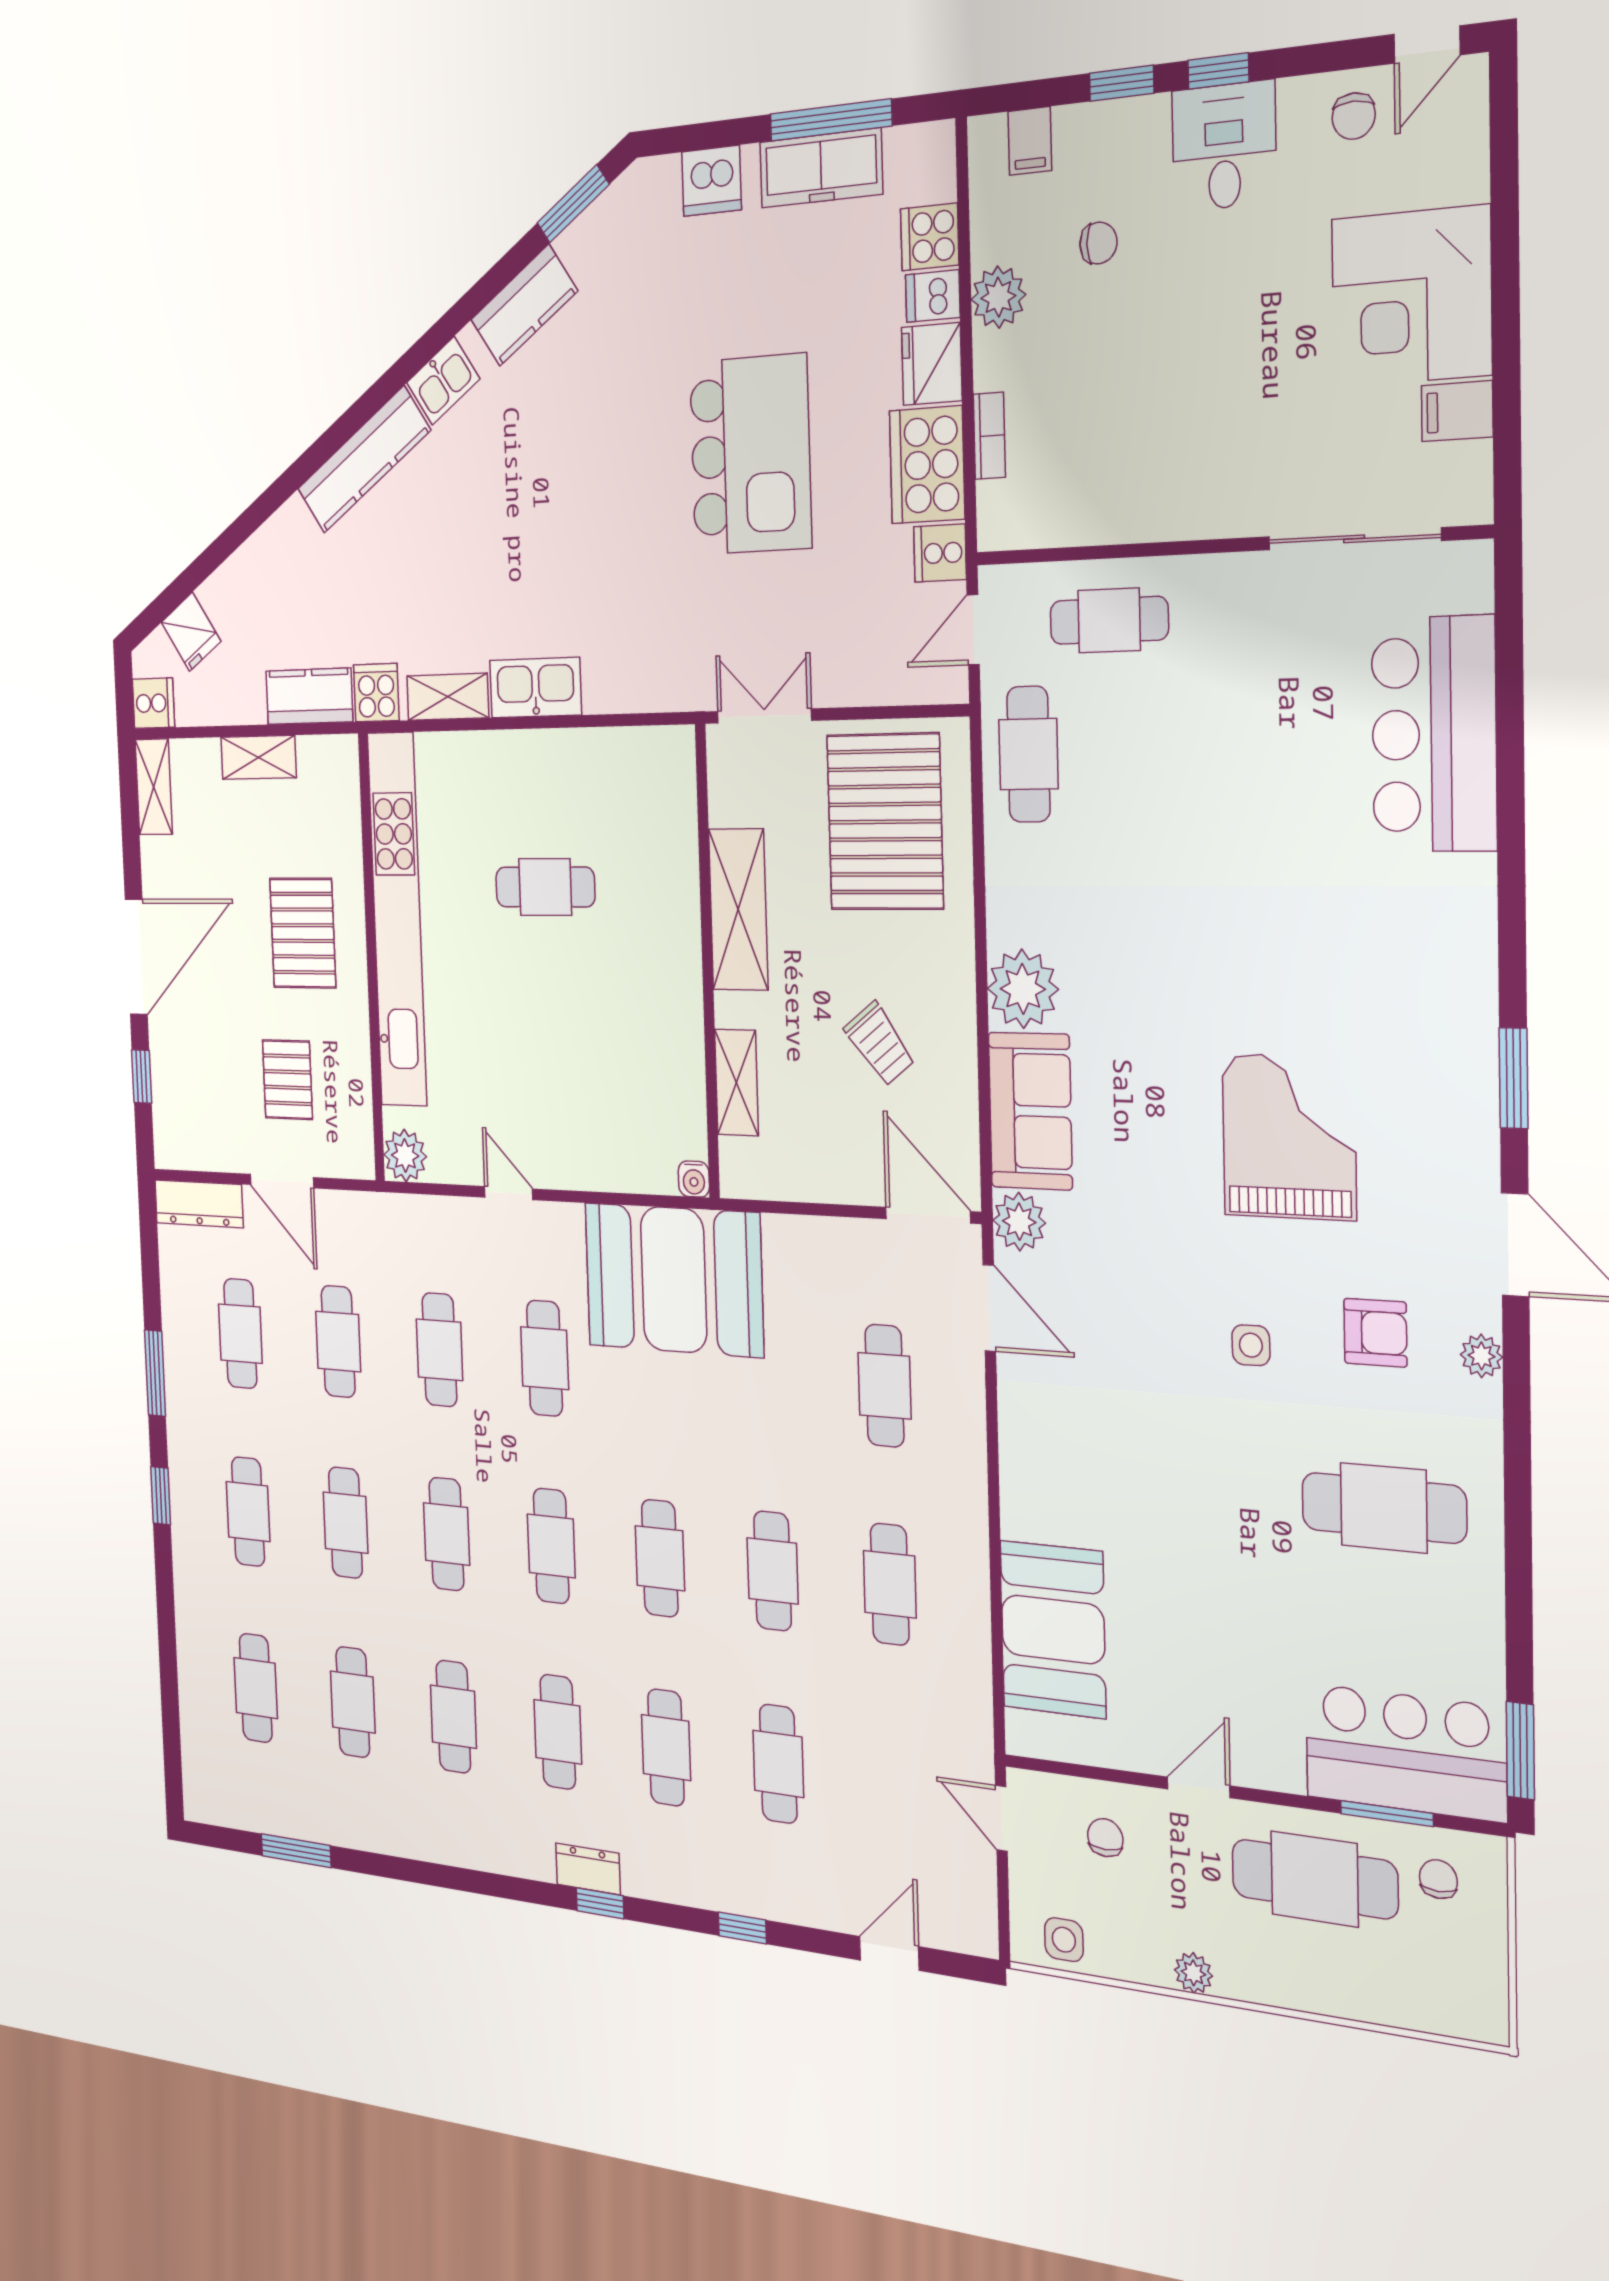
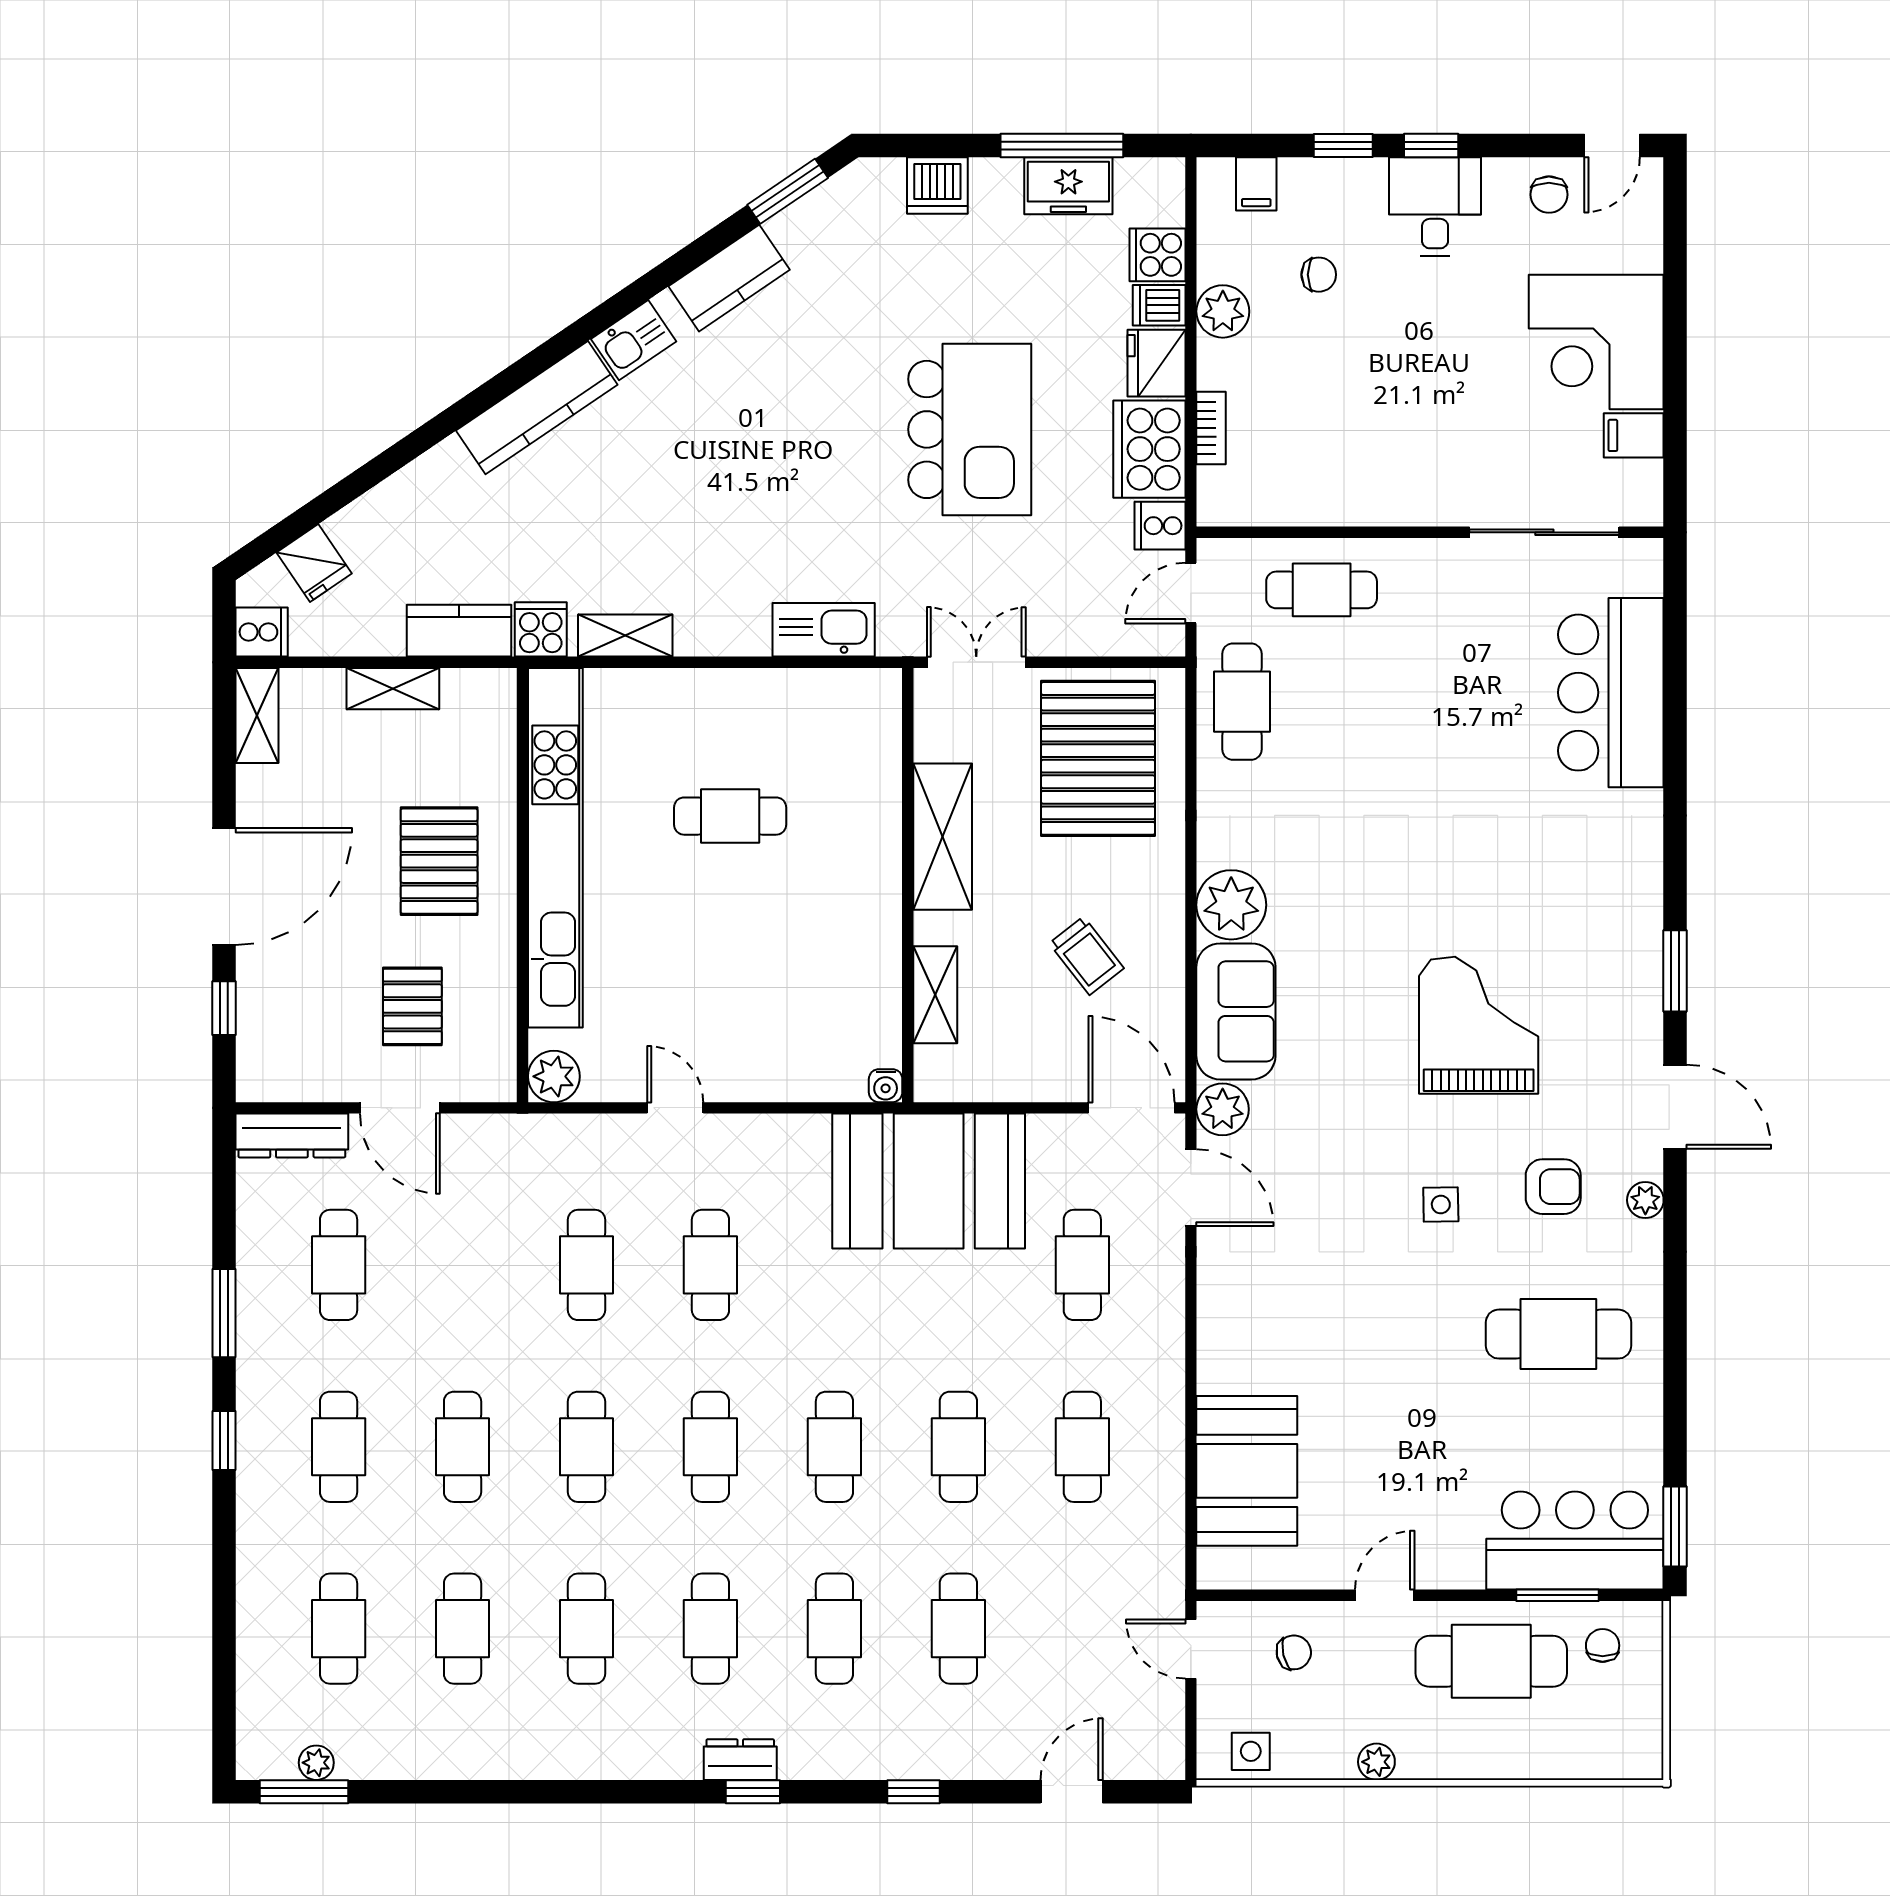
freezer: (821, 168) -> (1068, 186), width x0.71
kitchen sink: (535, 688) -> (824, 630), moved
booth: (674, 1280) -> (929, 1181), moved
cafe table: (338, 1342) -> (463, 1265), removed
plant: (244, 1814) -> (316, 1763), added
chair: (1105, 1838) -> (1294, 1652), turned 77
window: (296, 1851) -> (304, 1792), moved

